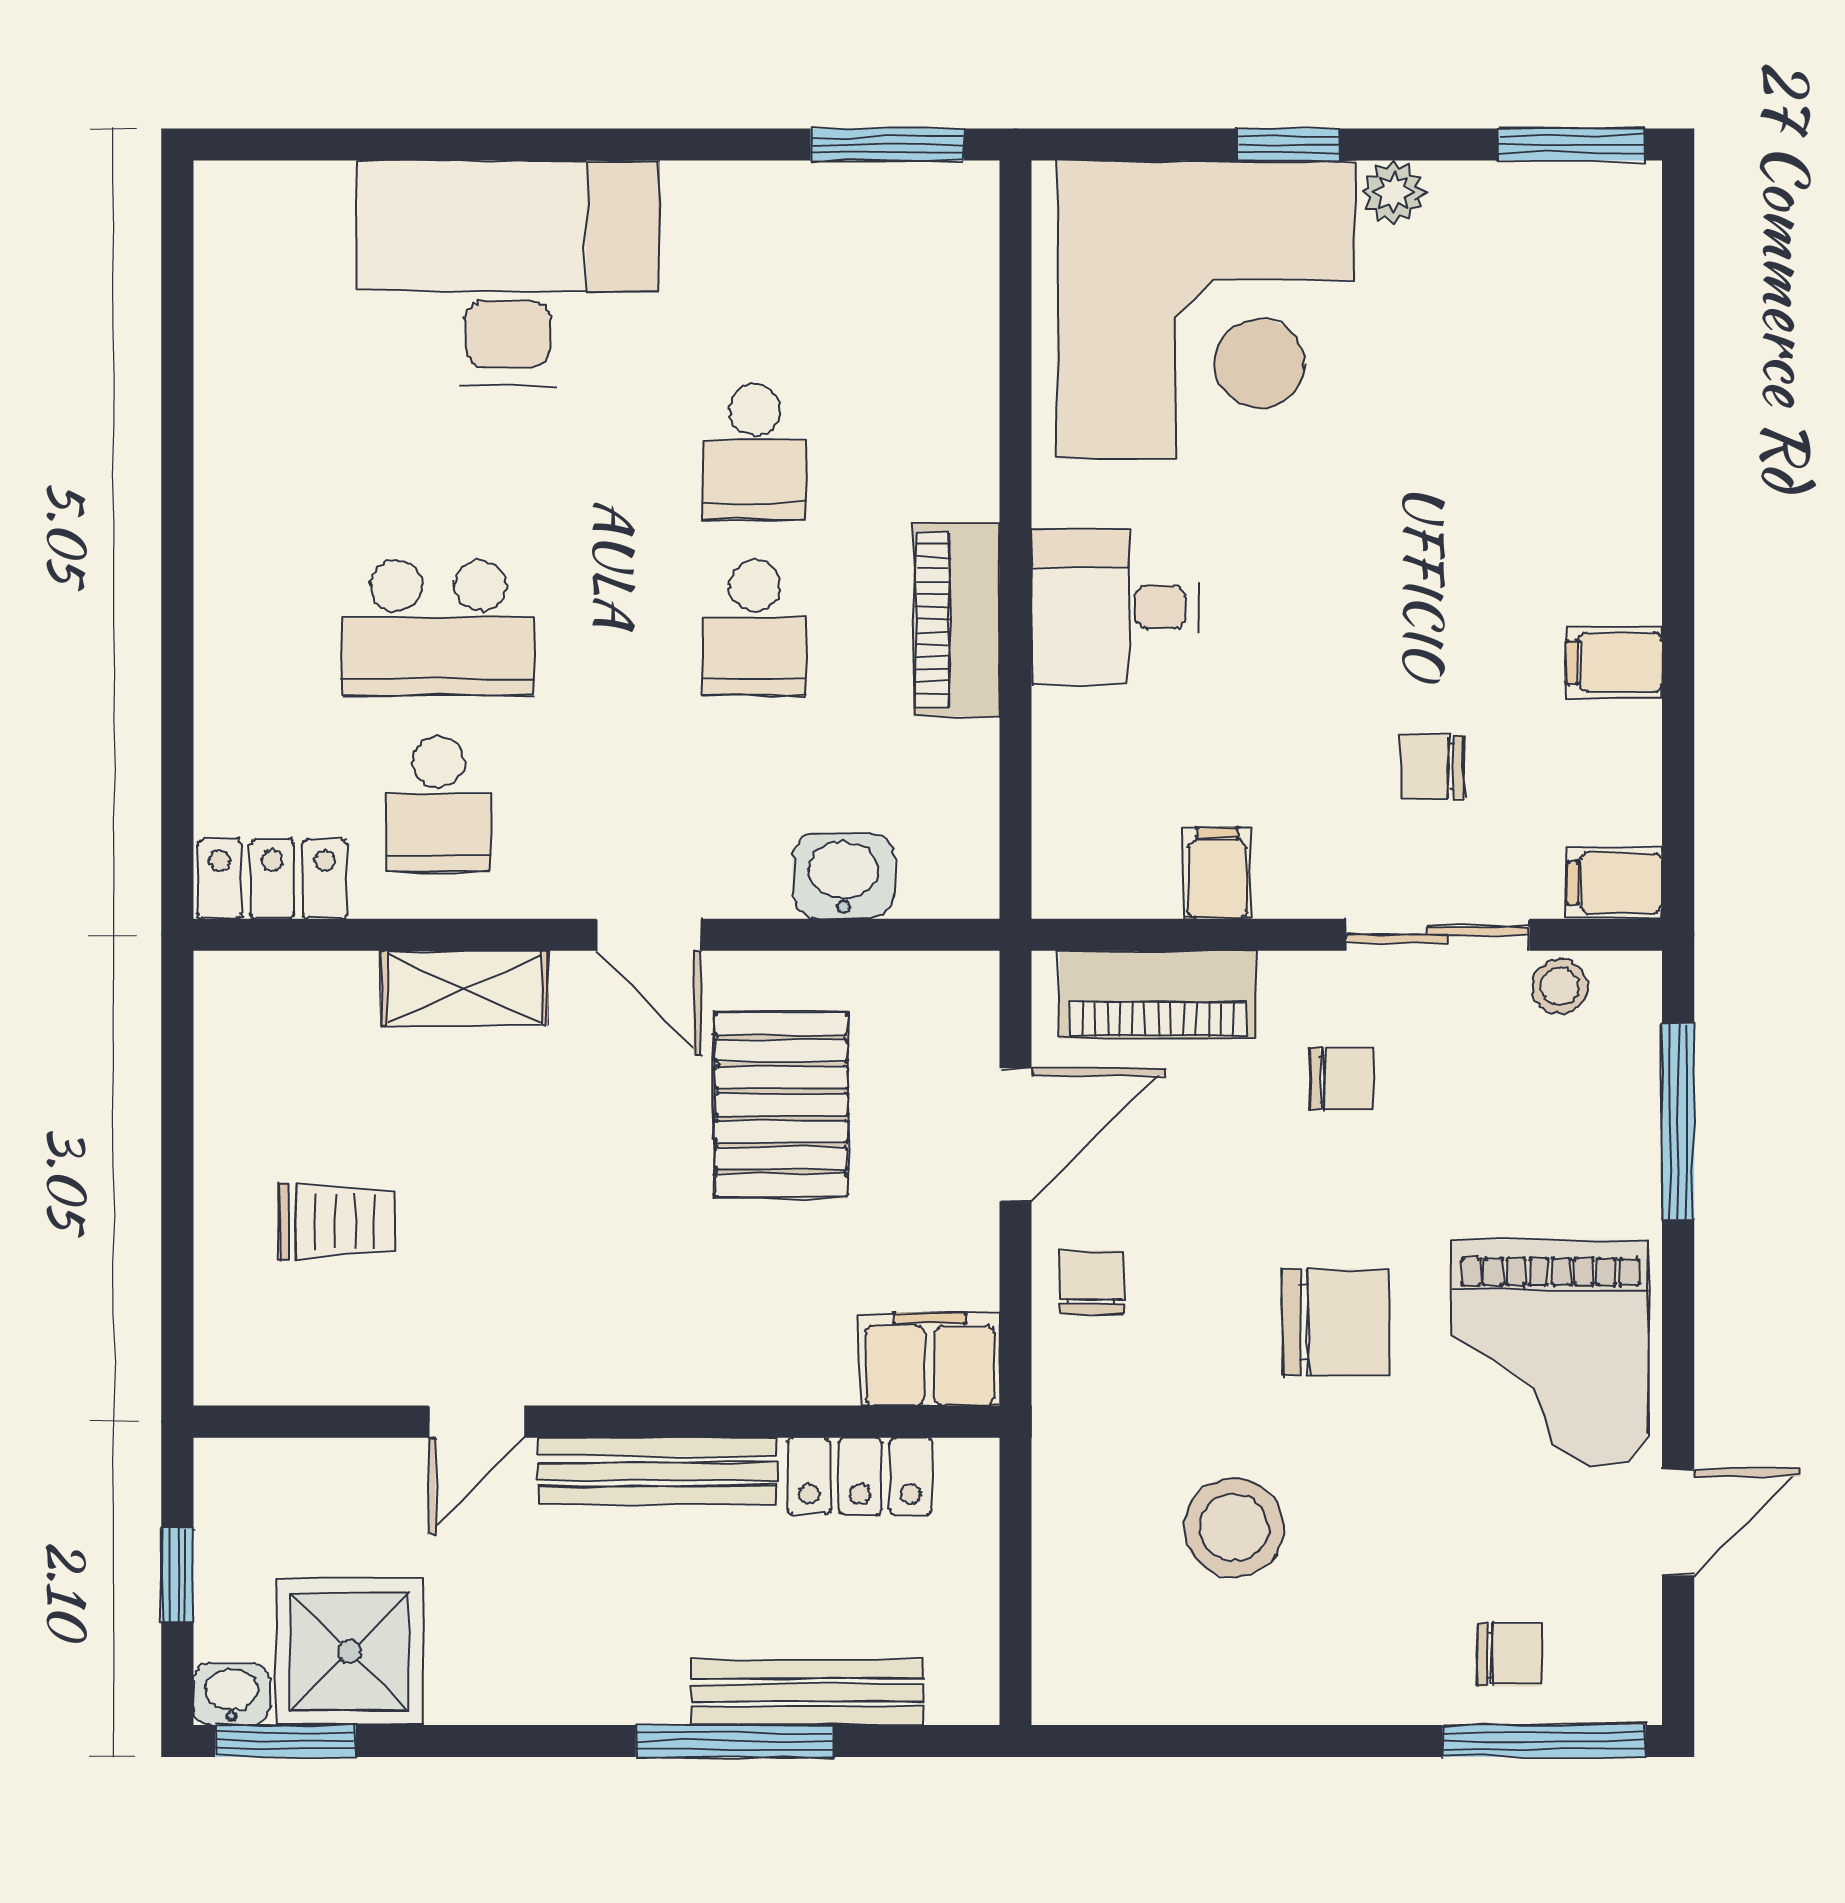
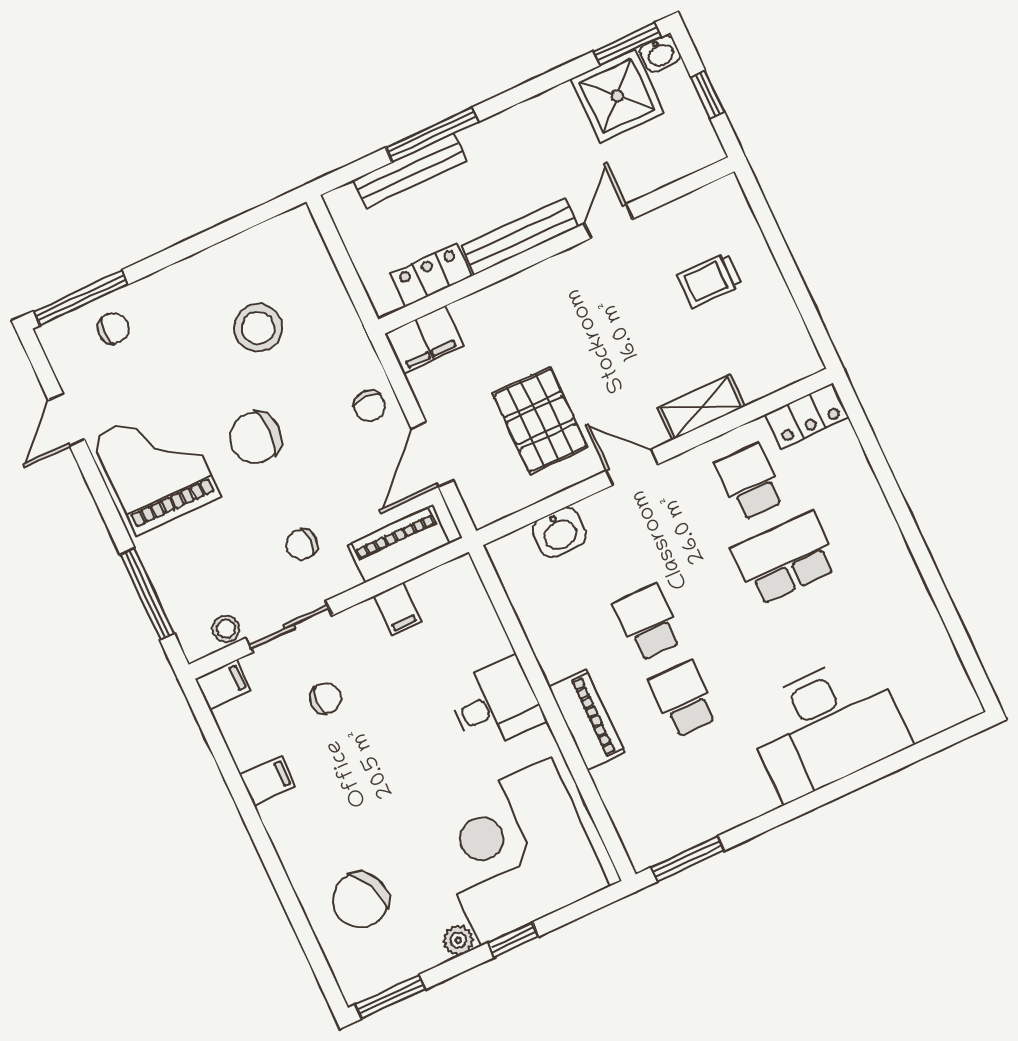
chair: (1543, 354) -> (360, 900), added
piano: (956, 620) -> (587, 720), moved
chair: (1509, 1655) -> (113, 328), turned 180

